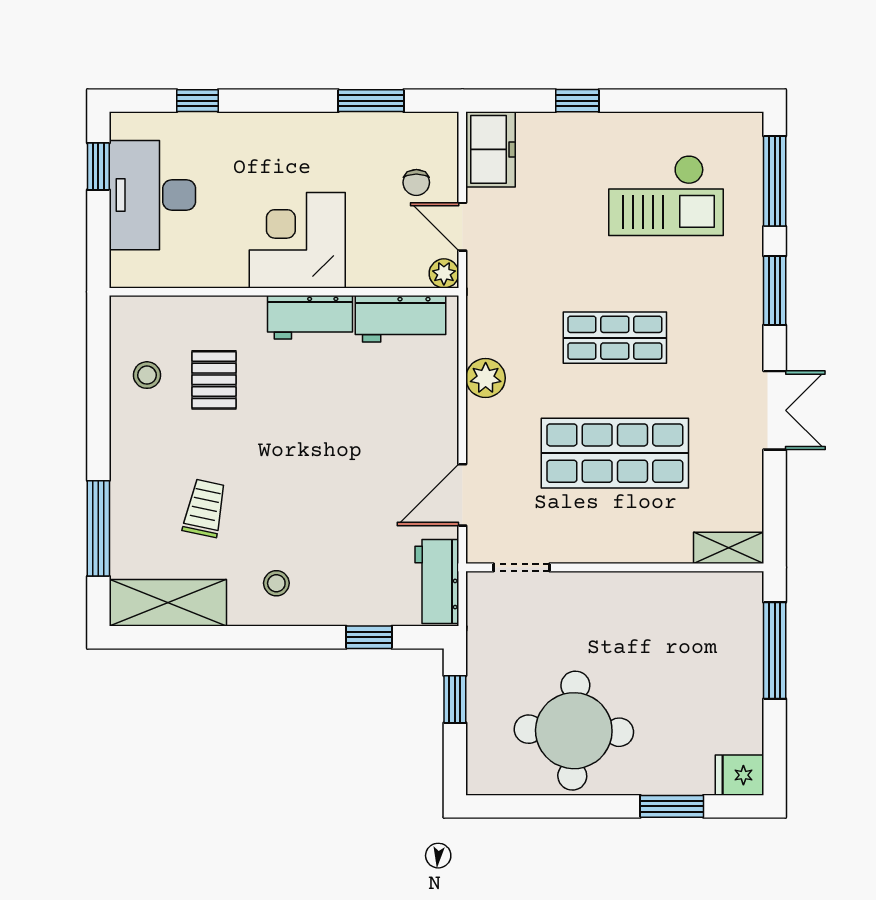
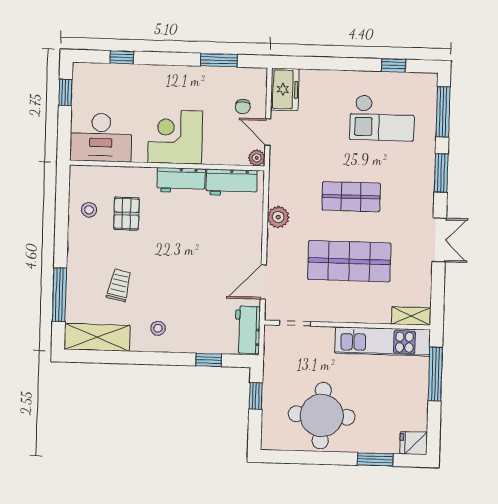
window: (577, 101) -> (393, 65), moved
desk: (152, 195) -> (101, 137), moved, turned -90
kitchen unit: (679, 595) -> (383, 341), added

